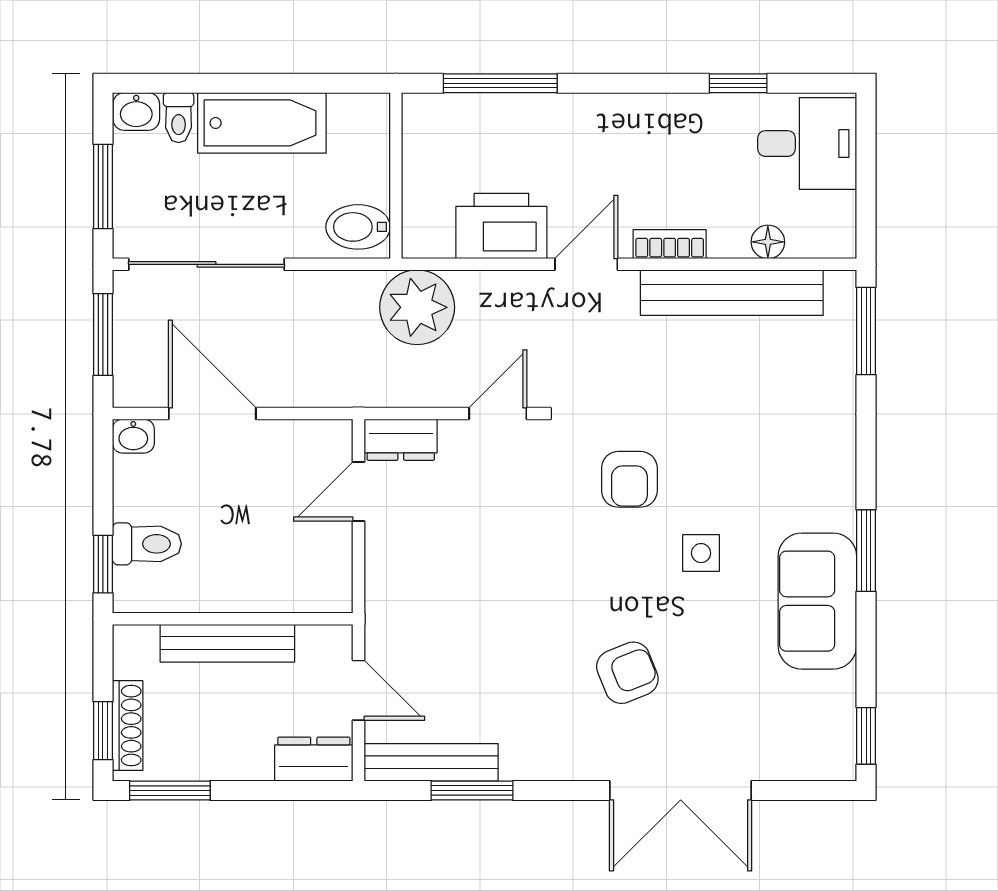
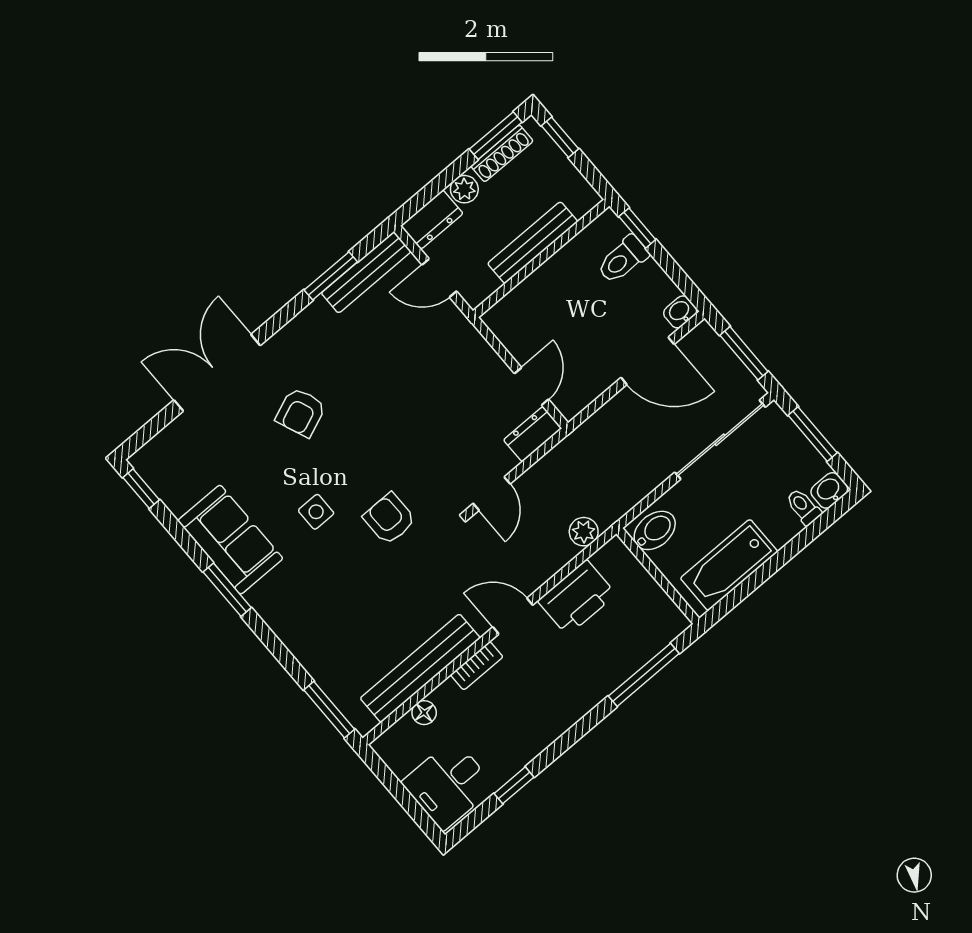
bathtub: (262, 123) -> (729, 565), moved
door: (586, 264) -> (513, 616), swing flipped
plant: (417, 307) -> (584, 532), width x0.53, depth x0.53
shoe rack: (128, 726) -> (502, 153), moved, turned -90
plant: (252, 762) -> (464, 189), added

